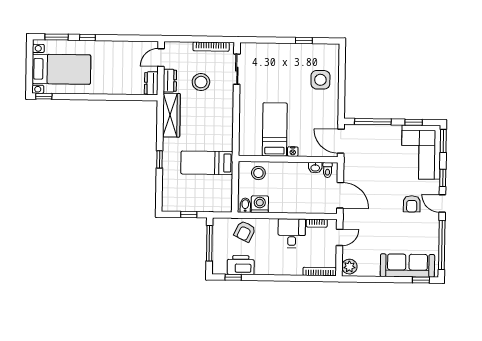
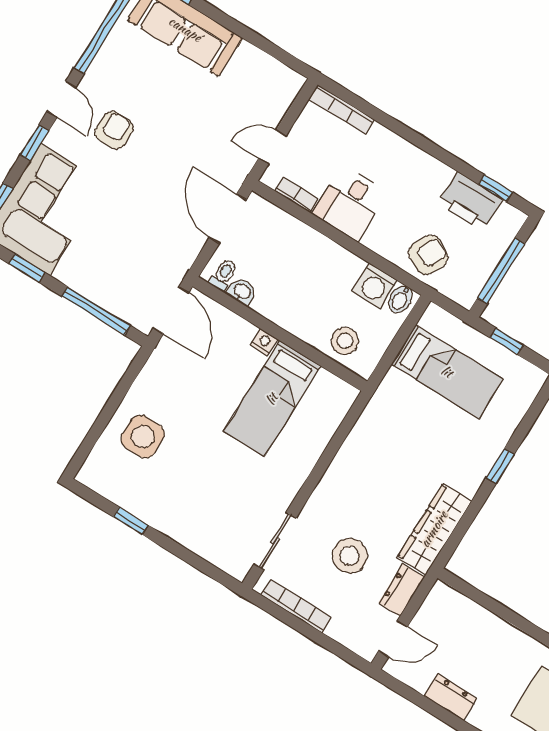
dresser: (151, 83) -> (450, 697), moved, turned -90
bed: (207, 163) -> (447, 372), moved
plant: (349, 267) -> (285, 87), removed

